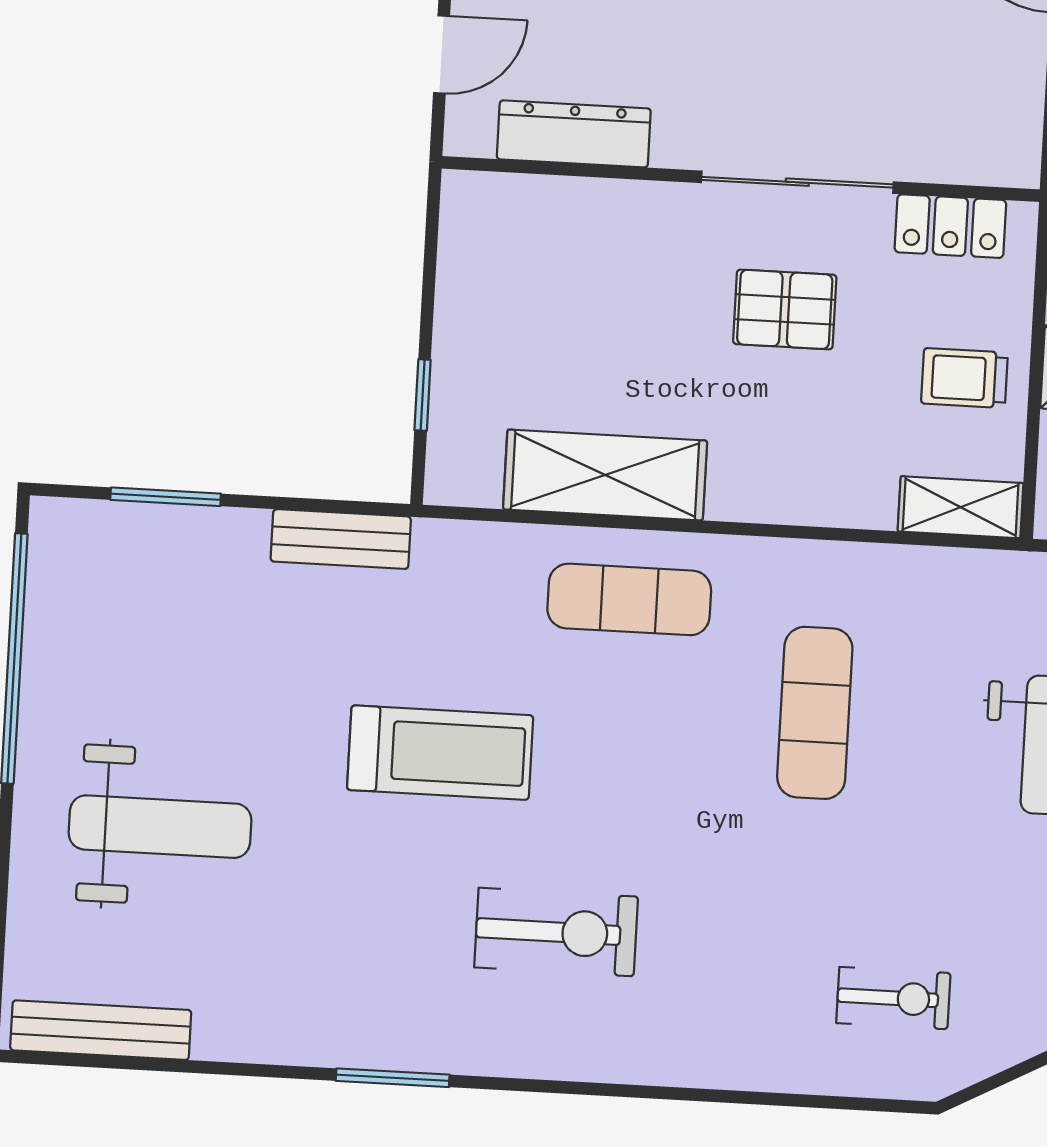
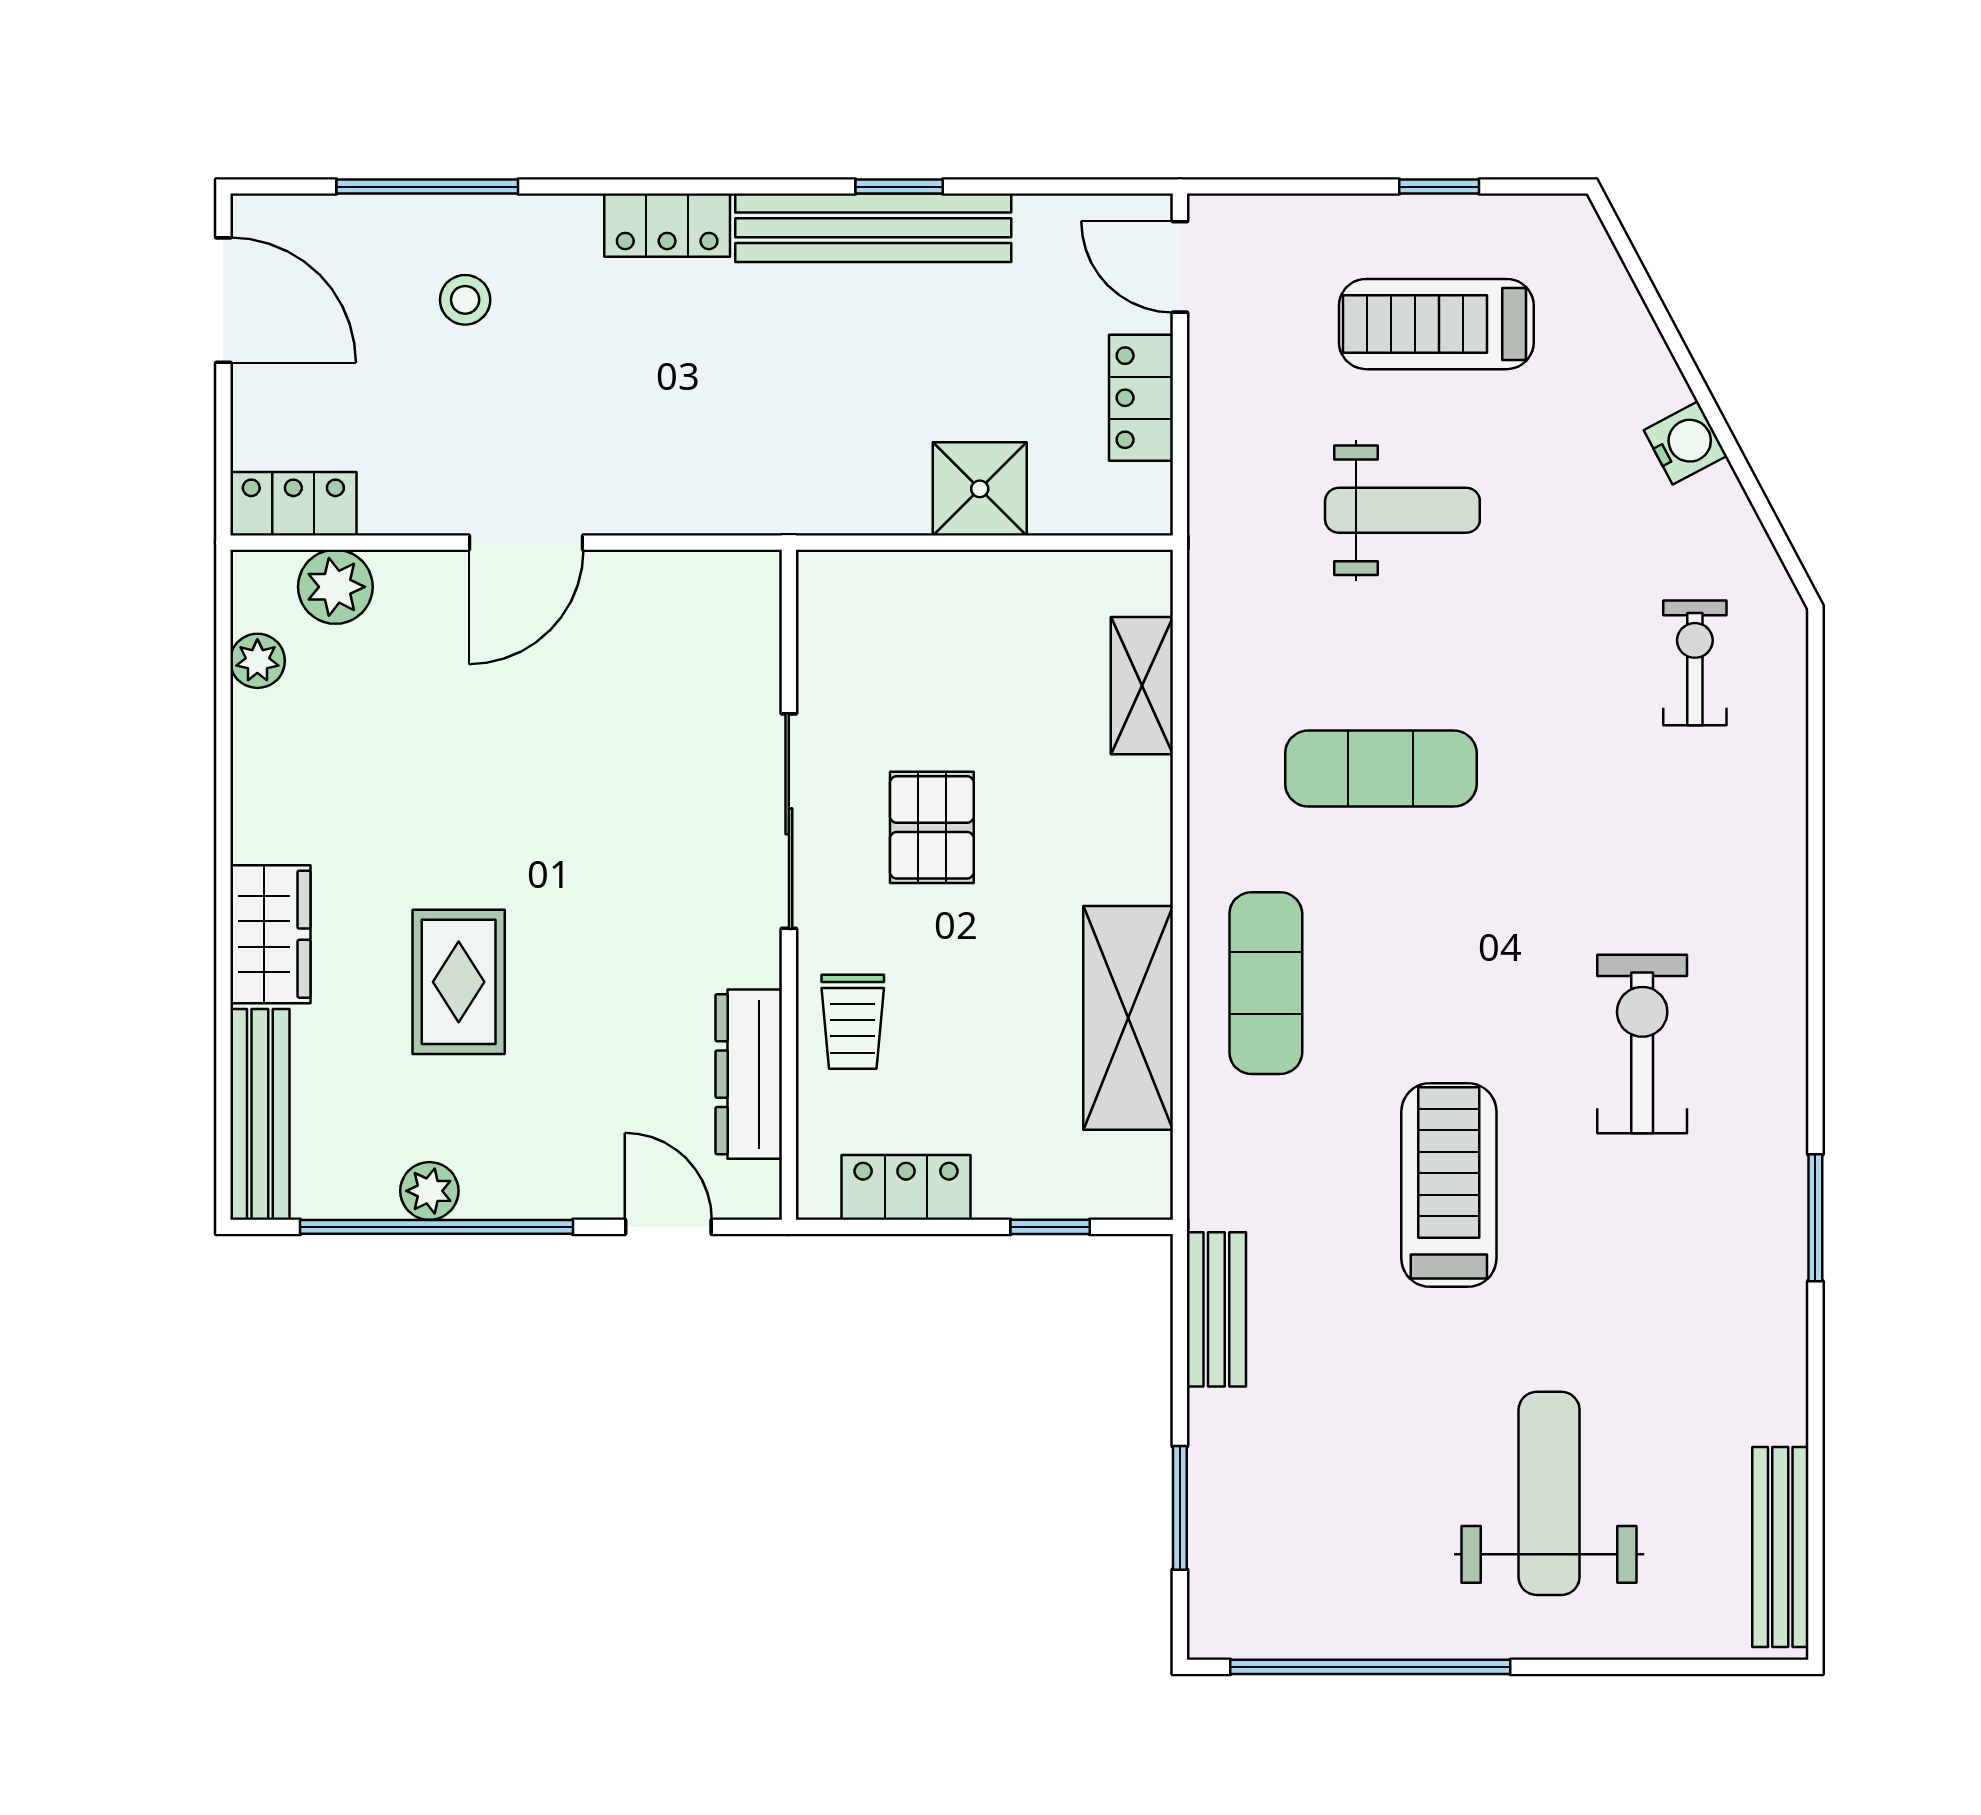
locker: (950, 226) -> (906, 1187), moved, turned -90
trolley: (964, 378) -> (853, 1022), moved
shelving: (961, 507) -> (1142, 686), moved

